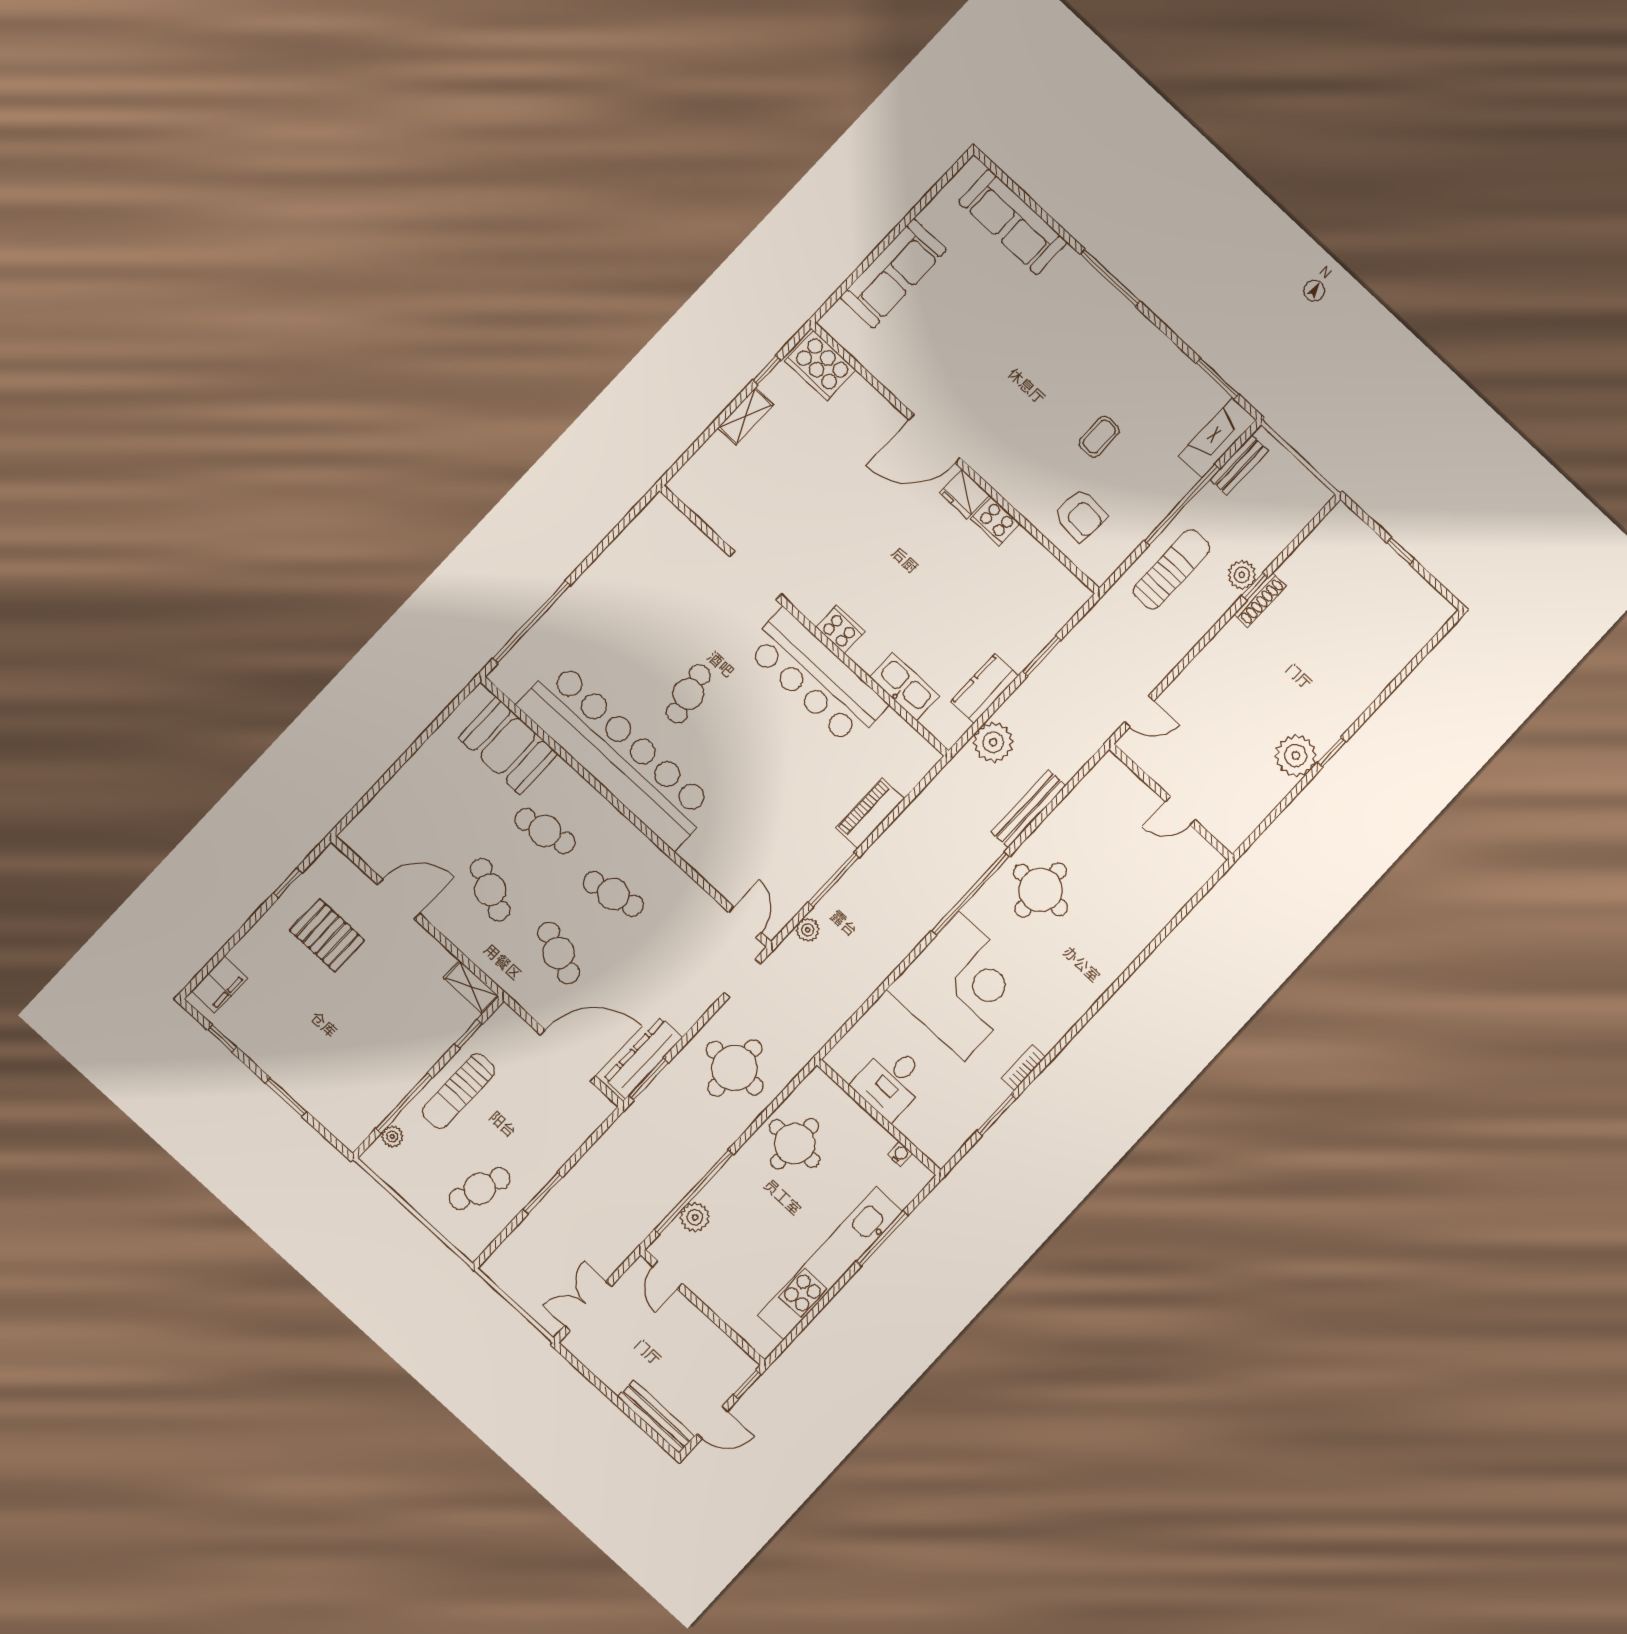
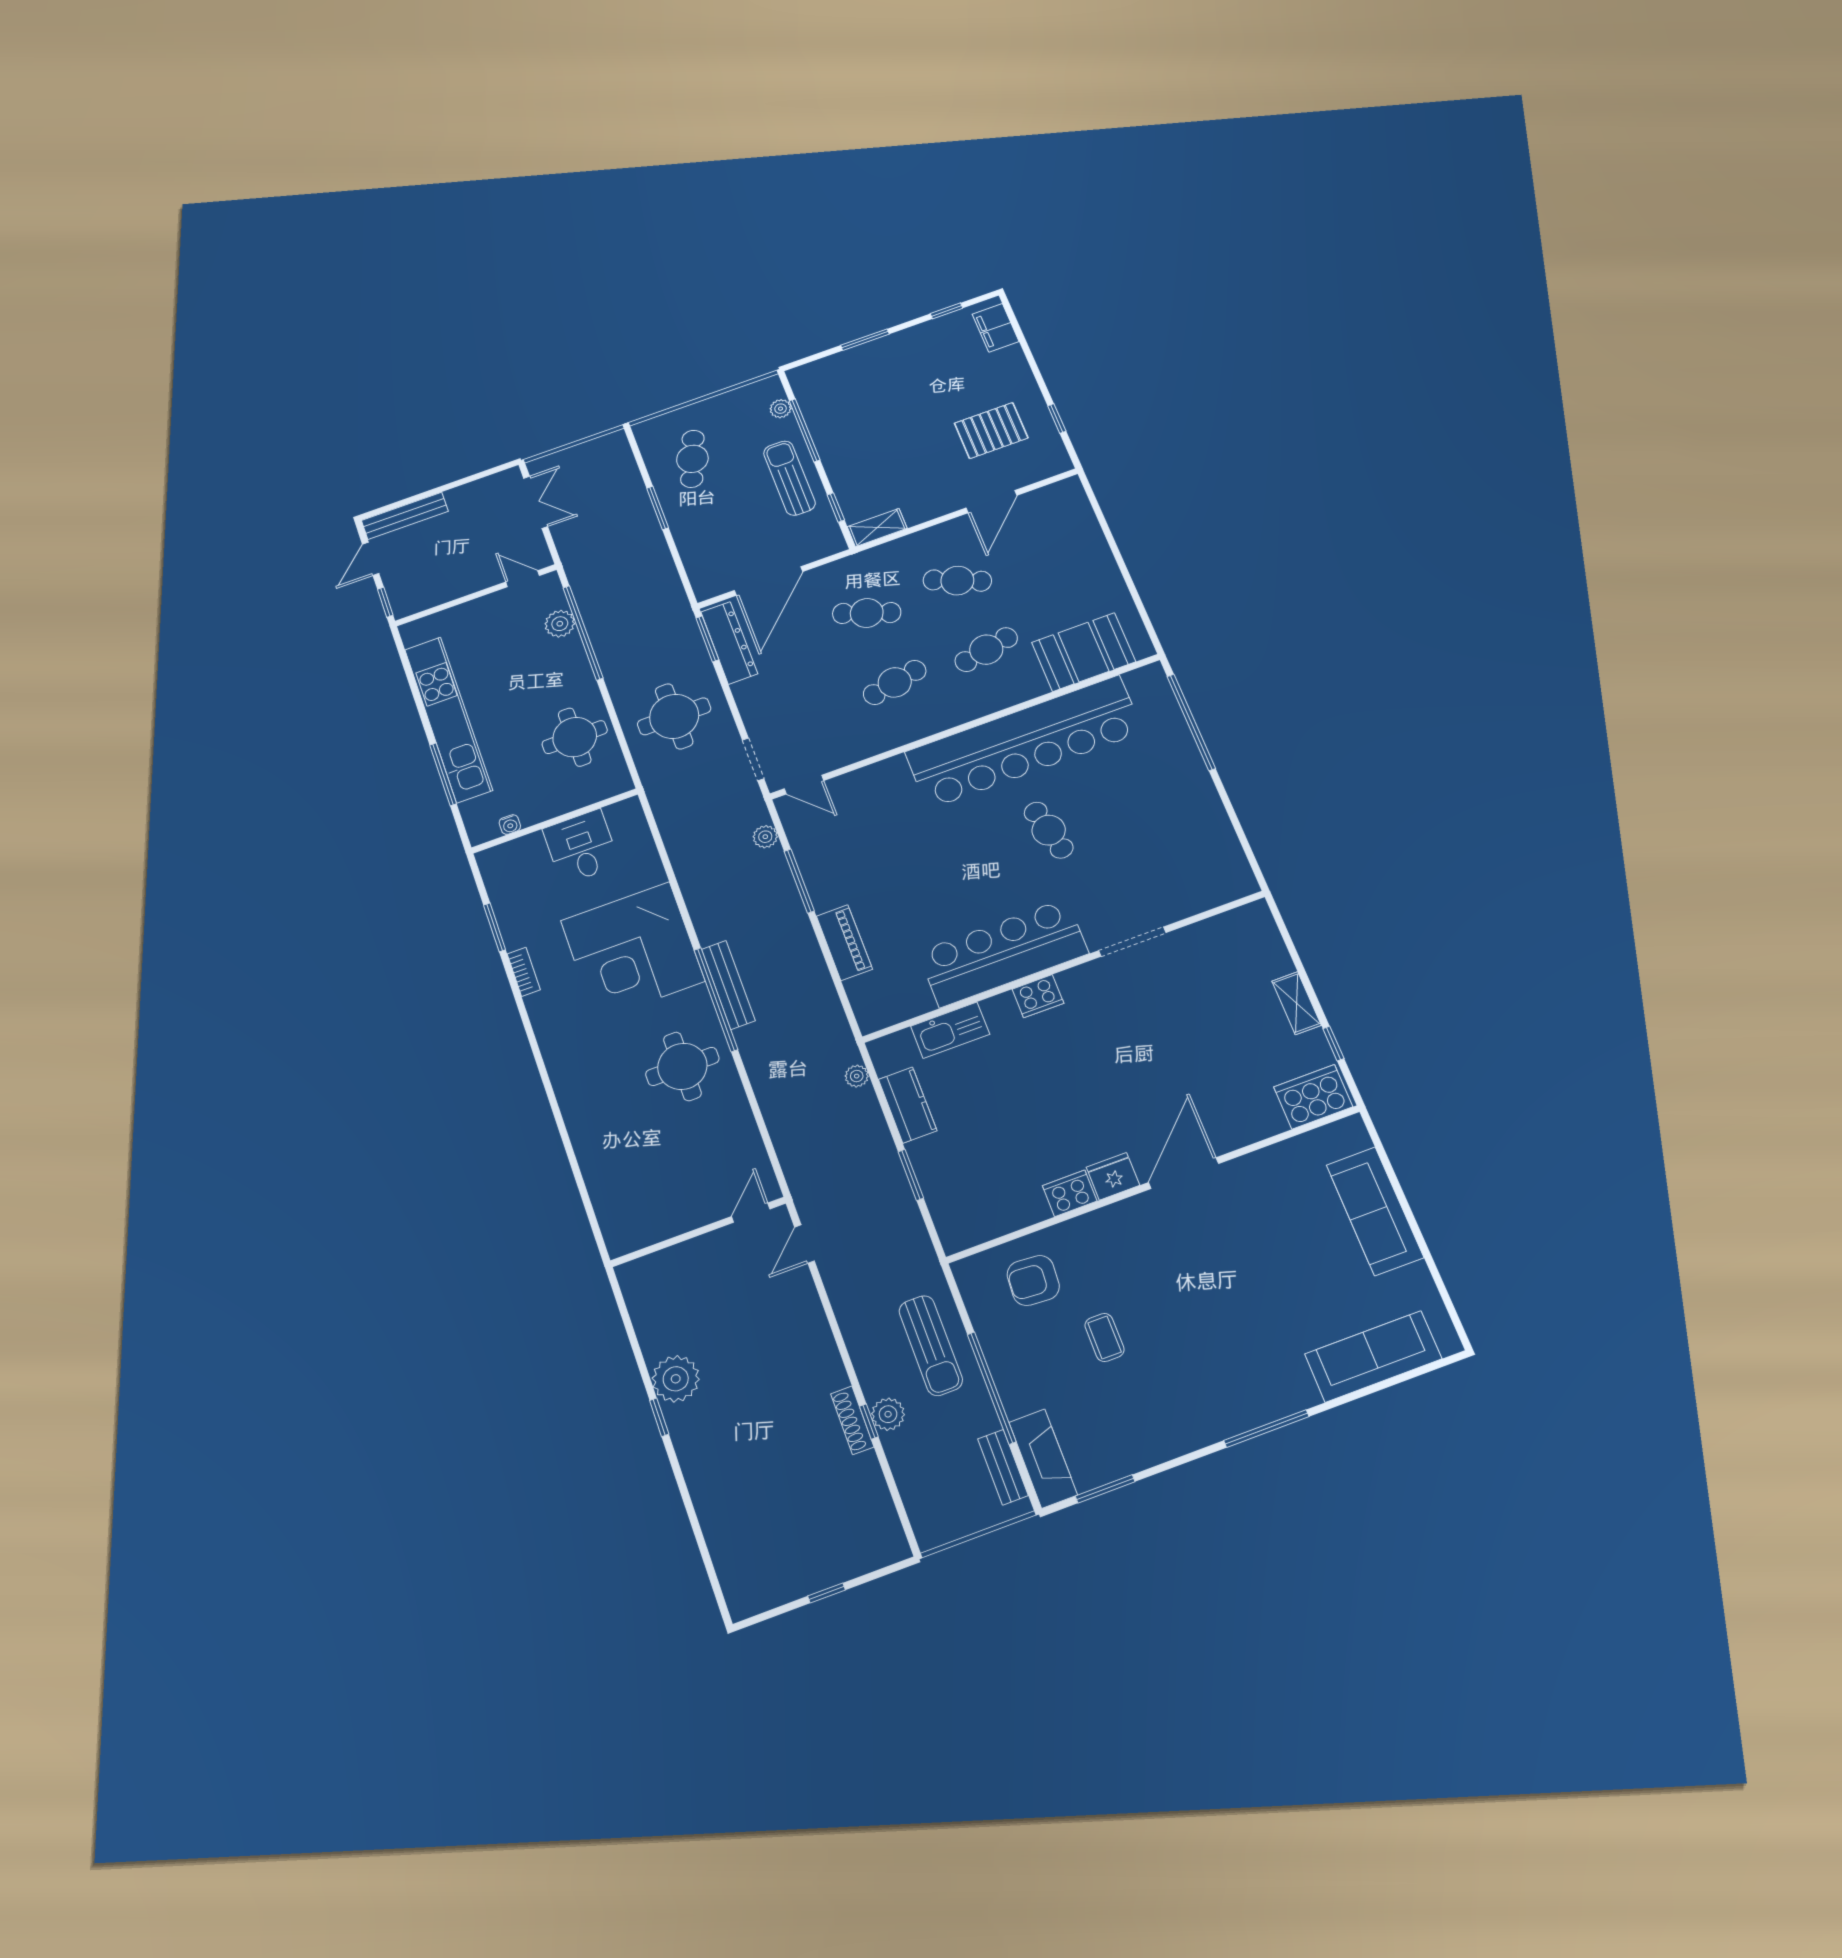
plant: (993, 742) -> (857, 1076), width x0.53, depth x0.53
bench: (1028, 809) -> (728, 985), moved
door: (1180, 811) -> (751, 1213), moved

